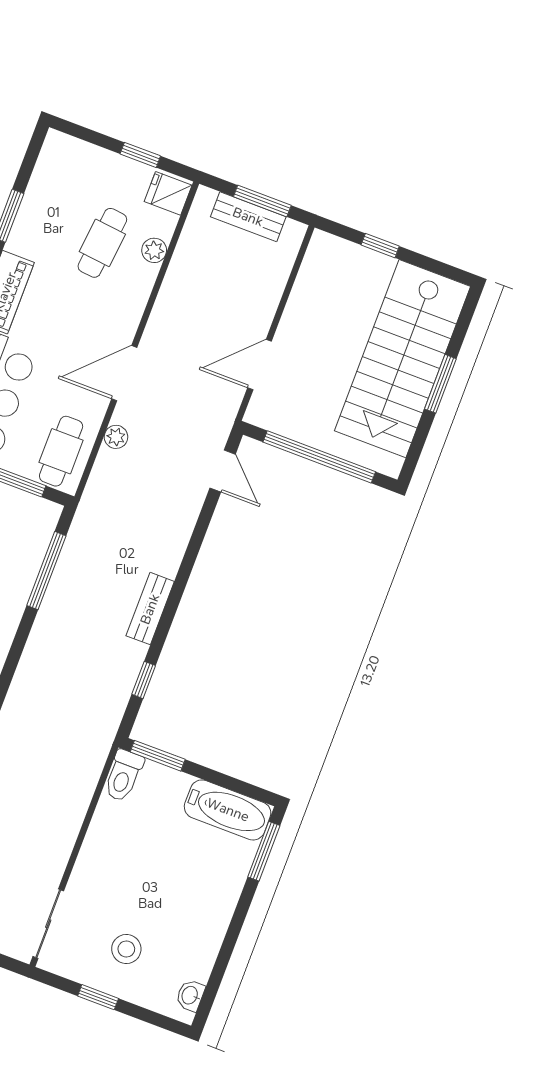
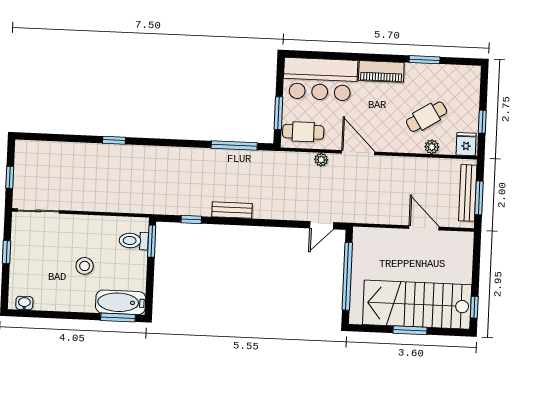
bench: (248, 217) -> (468, 193), width x1.36
cafe table: (102, 243) -> (427, 117), turned -38
window: (380, 246) -> (474, 307), moved
door: (260, 365) -> (424, 228), moved
toilet: (123, 776) -> (134, 241), moved
bathtub: (228, 810) -> (121, 302), moved, turned 90
stool: (126, 949) -> (85, 266), moved

